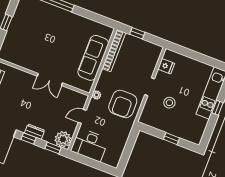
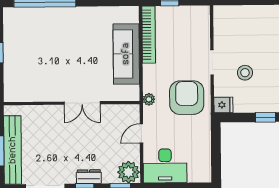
fridge: (166, 66) -> (223, 105), moved
armchair: (123, 104) -> (187, 98), turned 180

